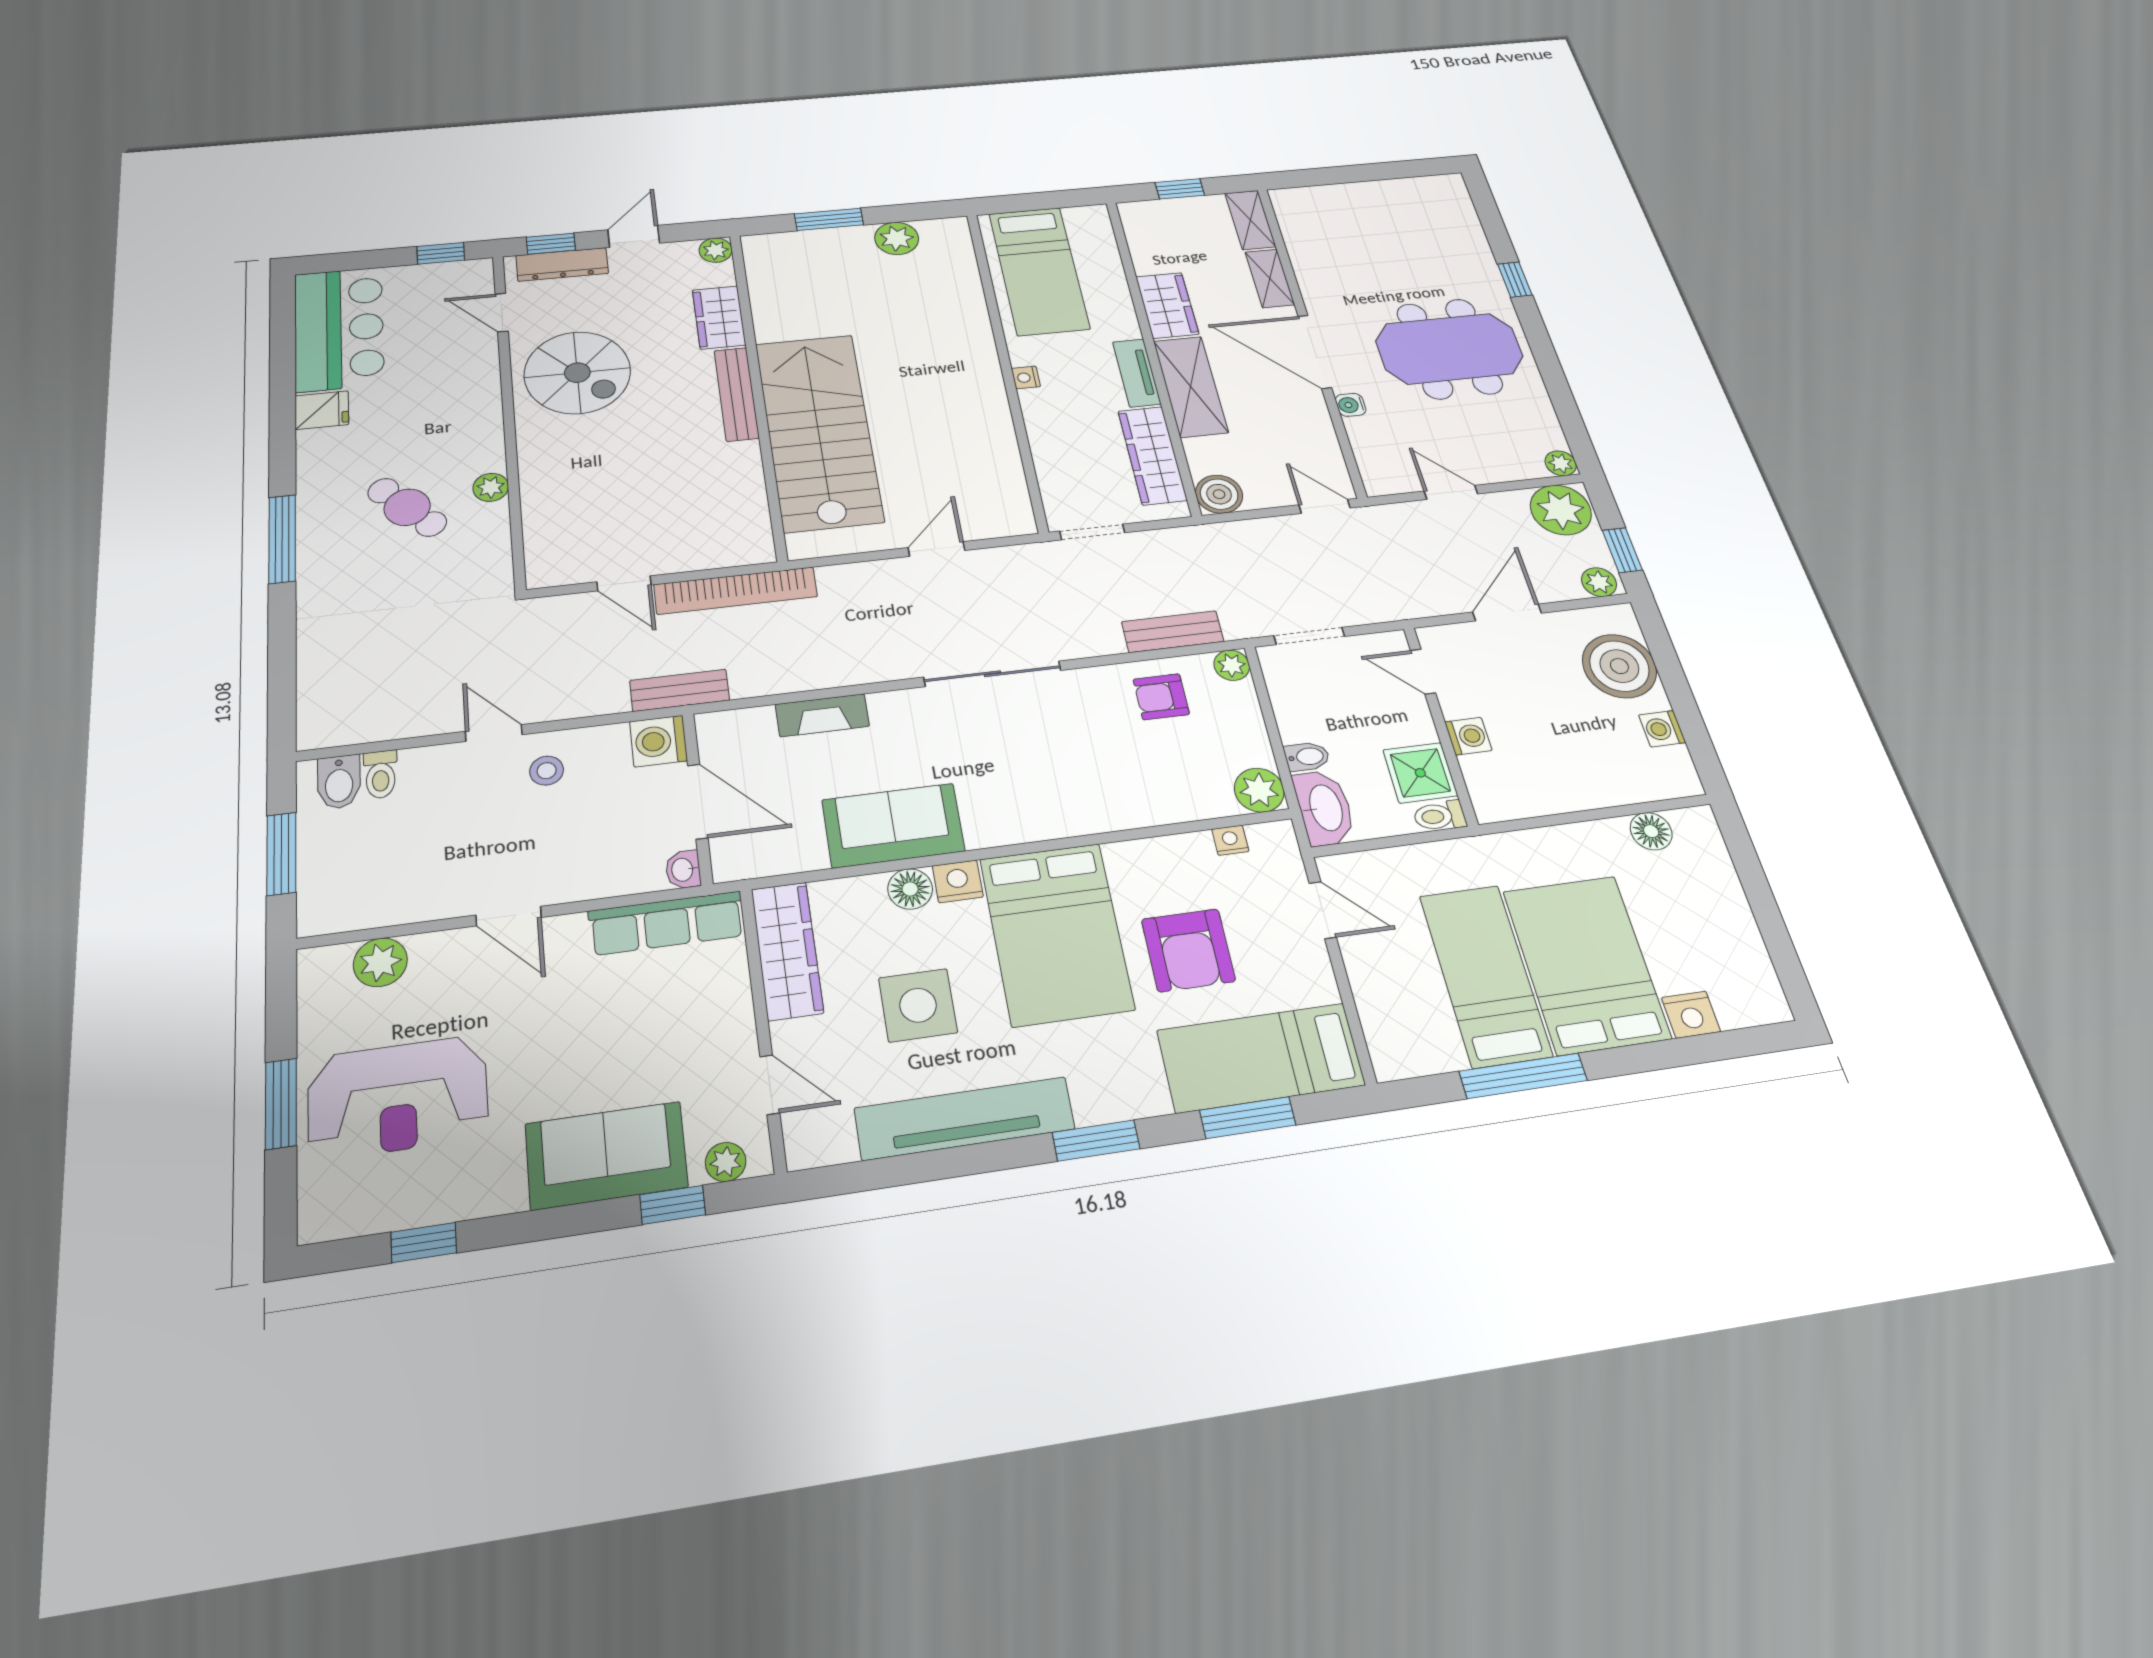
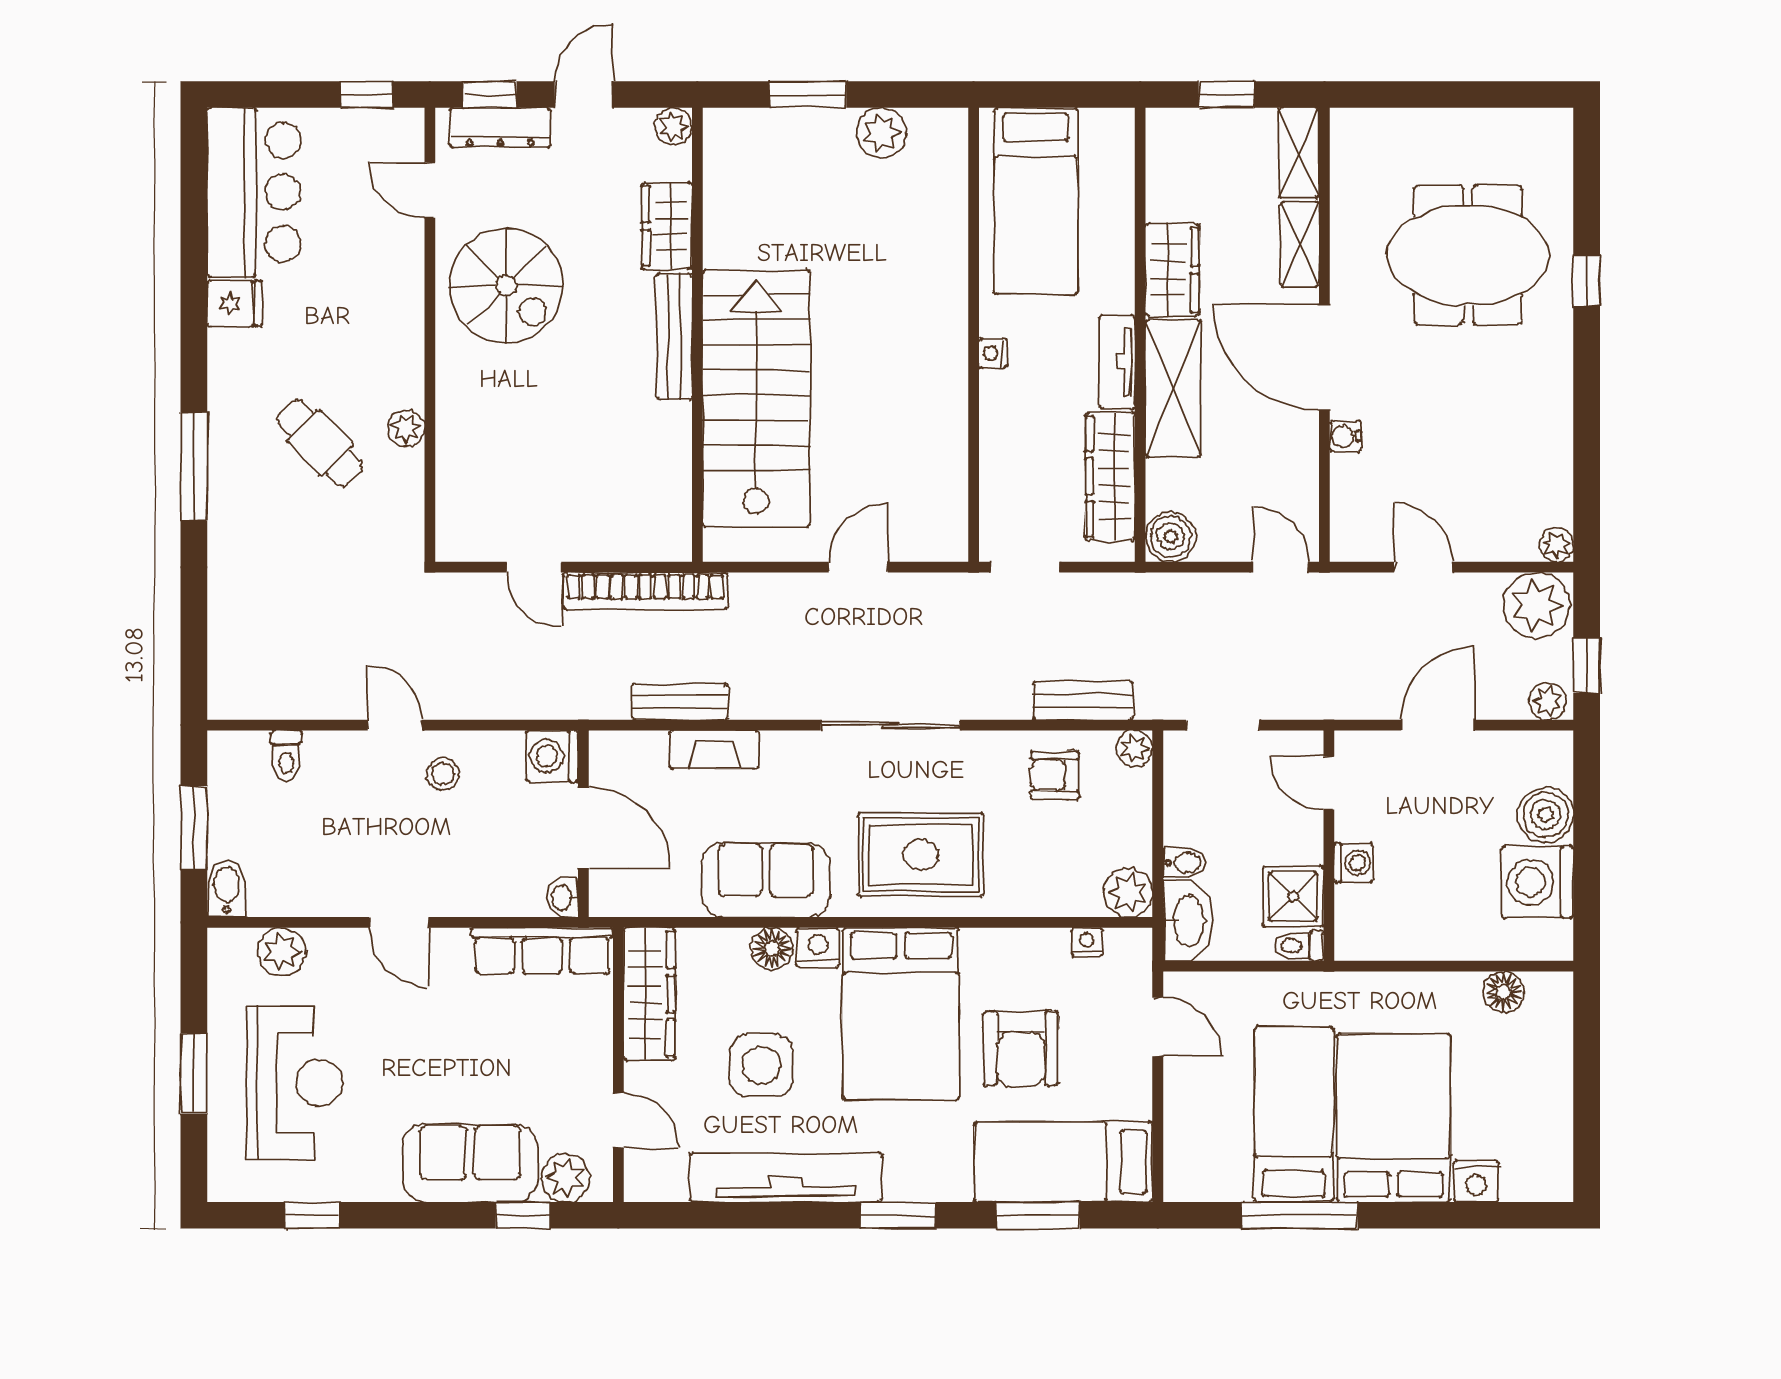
meeting table: (1449, 349) -> (1468, 255), moved
boiler: (1619, 666) -> (1545, 815), width x0.73, depth x0.73
bench: (680, 690) -> (680, 702), moved
washing machine: (1662, 729) -> (1538, 882), width x1.89, depth x1.89
bidet: (339, 782) -> (227, 889), moved, turned 180
rug: (1046, 783) -> (921, 855), added
reception desk: (398, 1097) -> (294, 1083), turned -90
plant: (726, 1162) -> (566, 1178), width x1.38, depth x1.38

